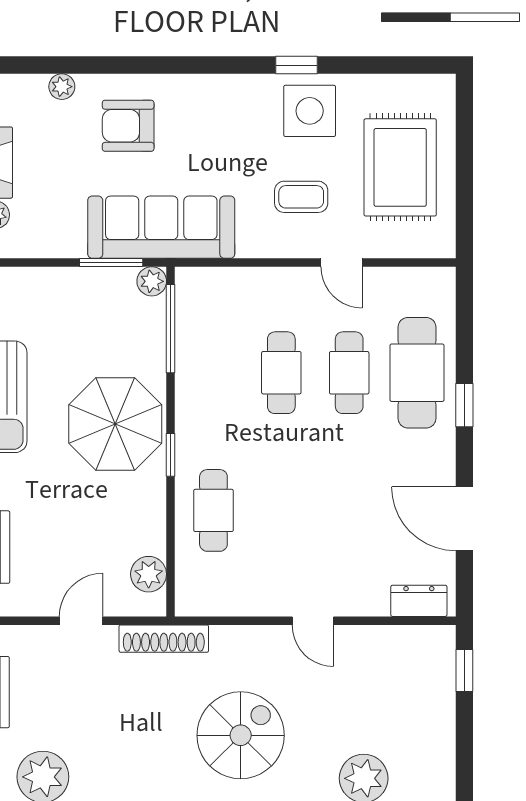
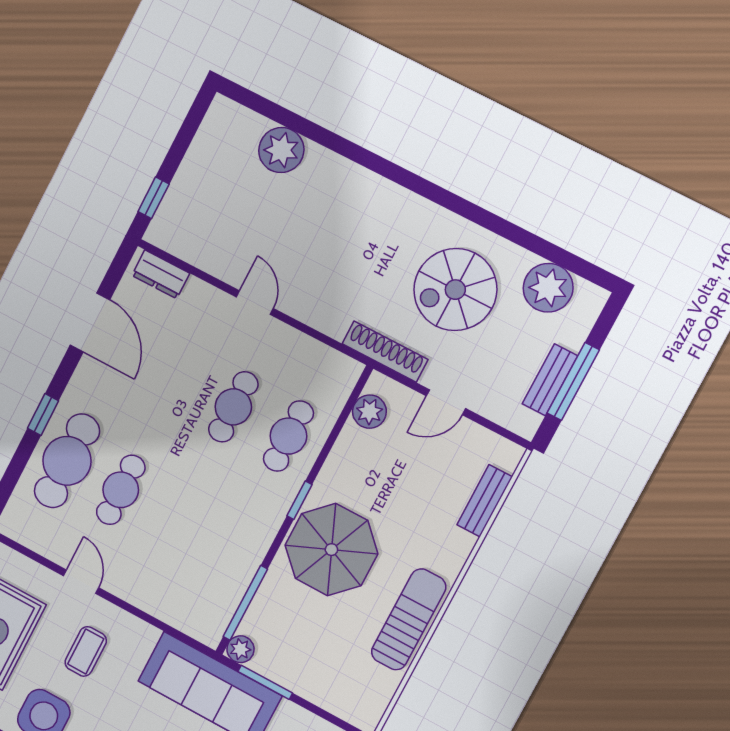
coffee table: (301, 197) -> (86, 651), turned 90
cafe table: (281, 373) -> (233, 407), moved
spiral stairs: (241, 735) -> (455, 290), moved

